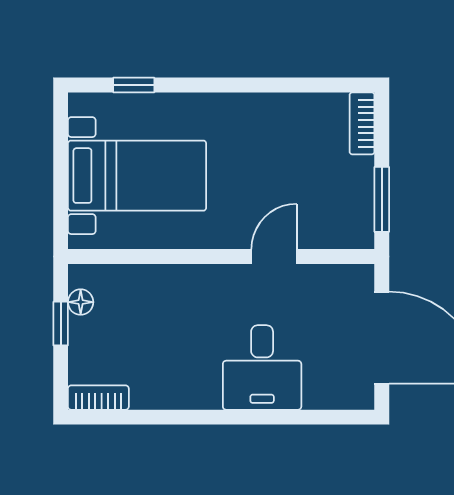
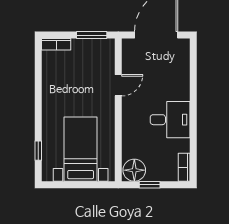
door: (274, 256) -> (118, 85), swing flipped
floor lamp: (81, 302) -> (134, 170), width x1.89, depth x1.89
desk: (262, 367) -> (170, 120), moved

